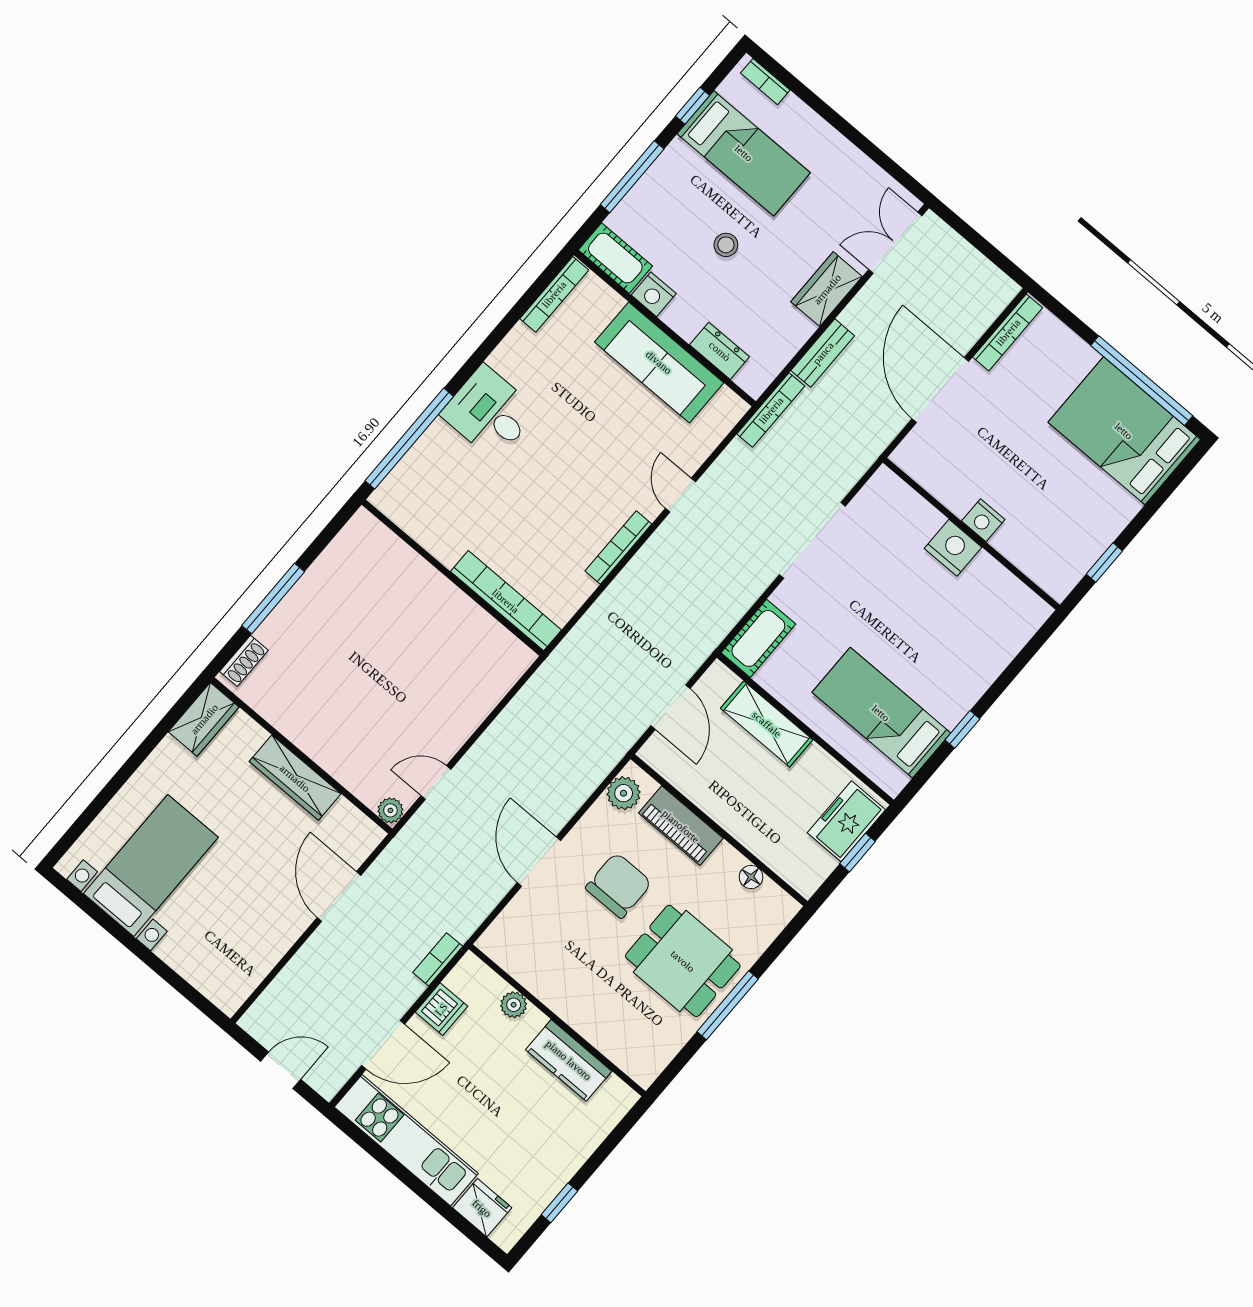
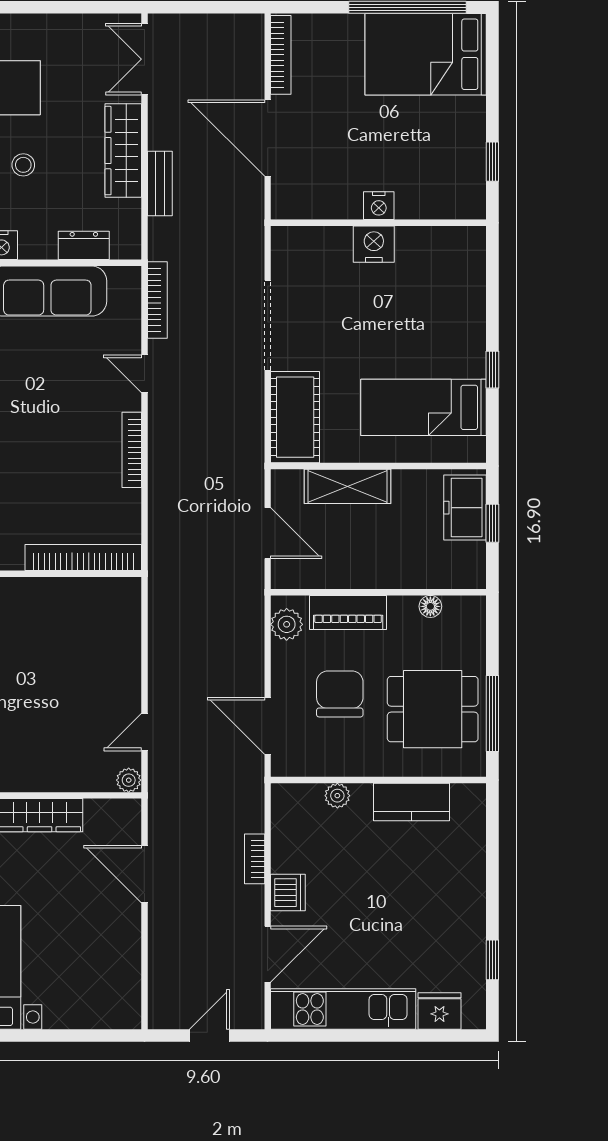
wardrobe: (827, 289) -> (123, 151), width x1.50
bookcase: (771, 410) -> (157, 300), moved
cot: (758, 638) -> (295, 417), width x1.37, depth x1.34
plant: (514, 1005) -> (337, 796), moved
wall: (557, 1020) -> (378, 780), moved
kitchen counter: (569, 1060) -> (411, 802), moved

